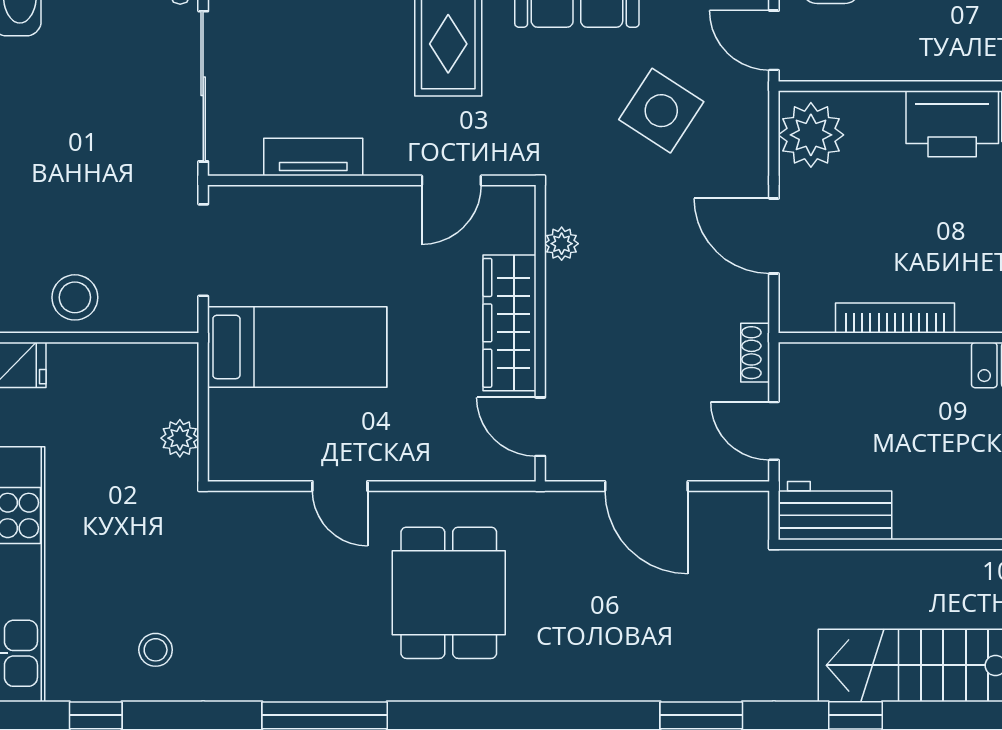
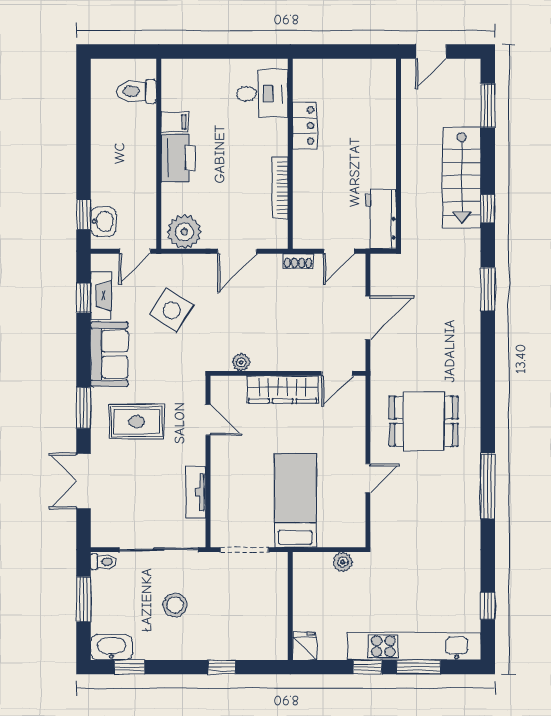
stool: (75, 297) -> (175, 605), moved
stool: (156, 650) -> (453, 575), removed

